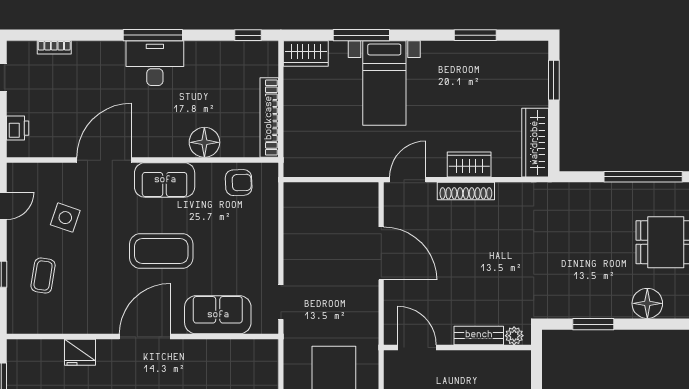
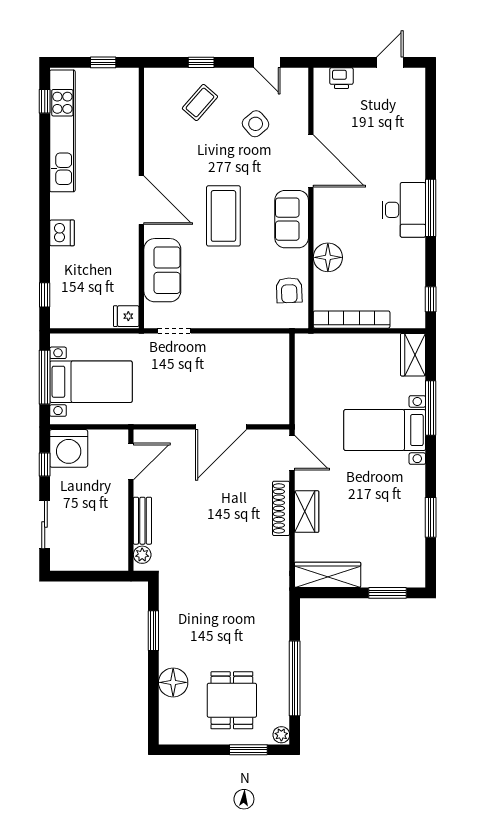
bookcase: (54, 47) -> (419, 113), removed
side table: (65, 218) -> (256, 124), turned 31
coffee table: (43, 276) -> (200, 102), turned -58
fridge: (80, 352) -> (126, 316), moved, width x0.72

